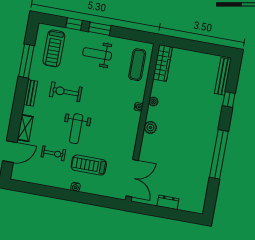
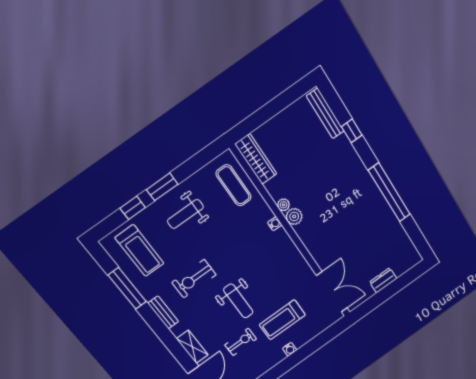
plant: (150, 127) -> (294, 216), moved

